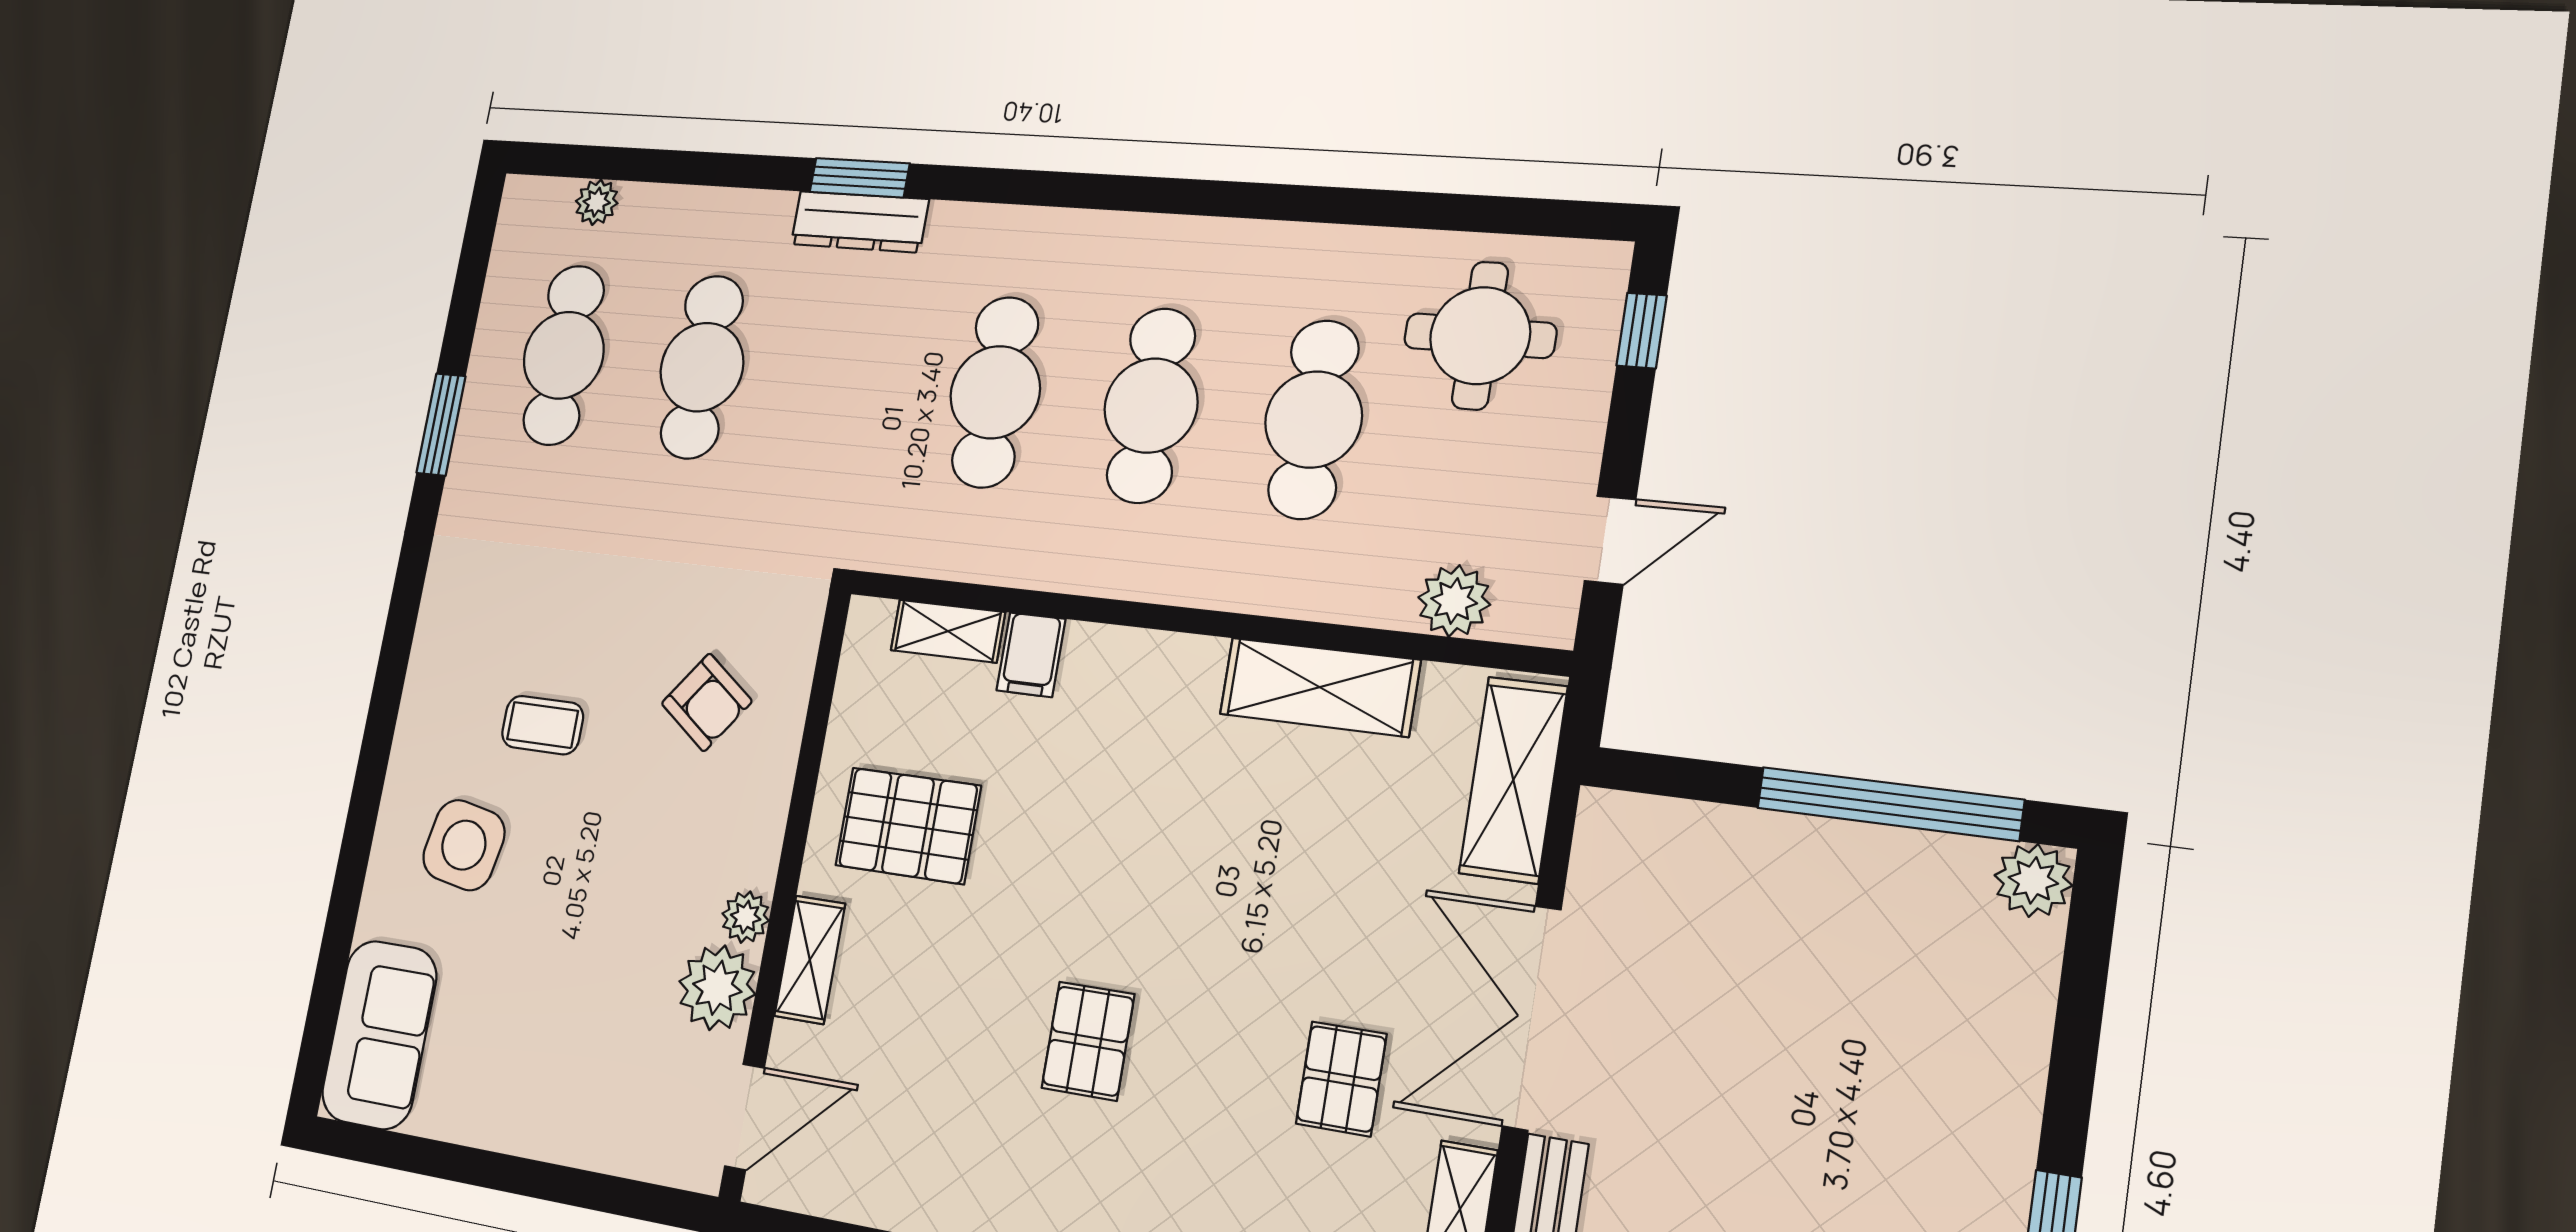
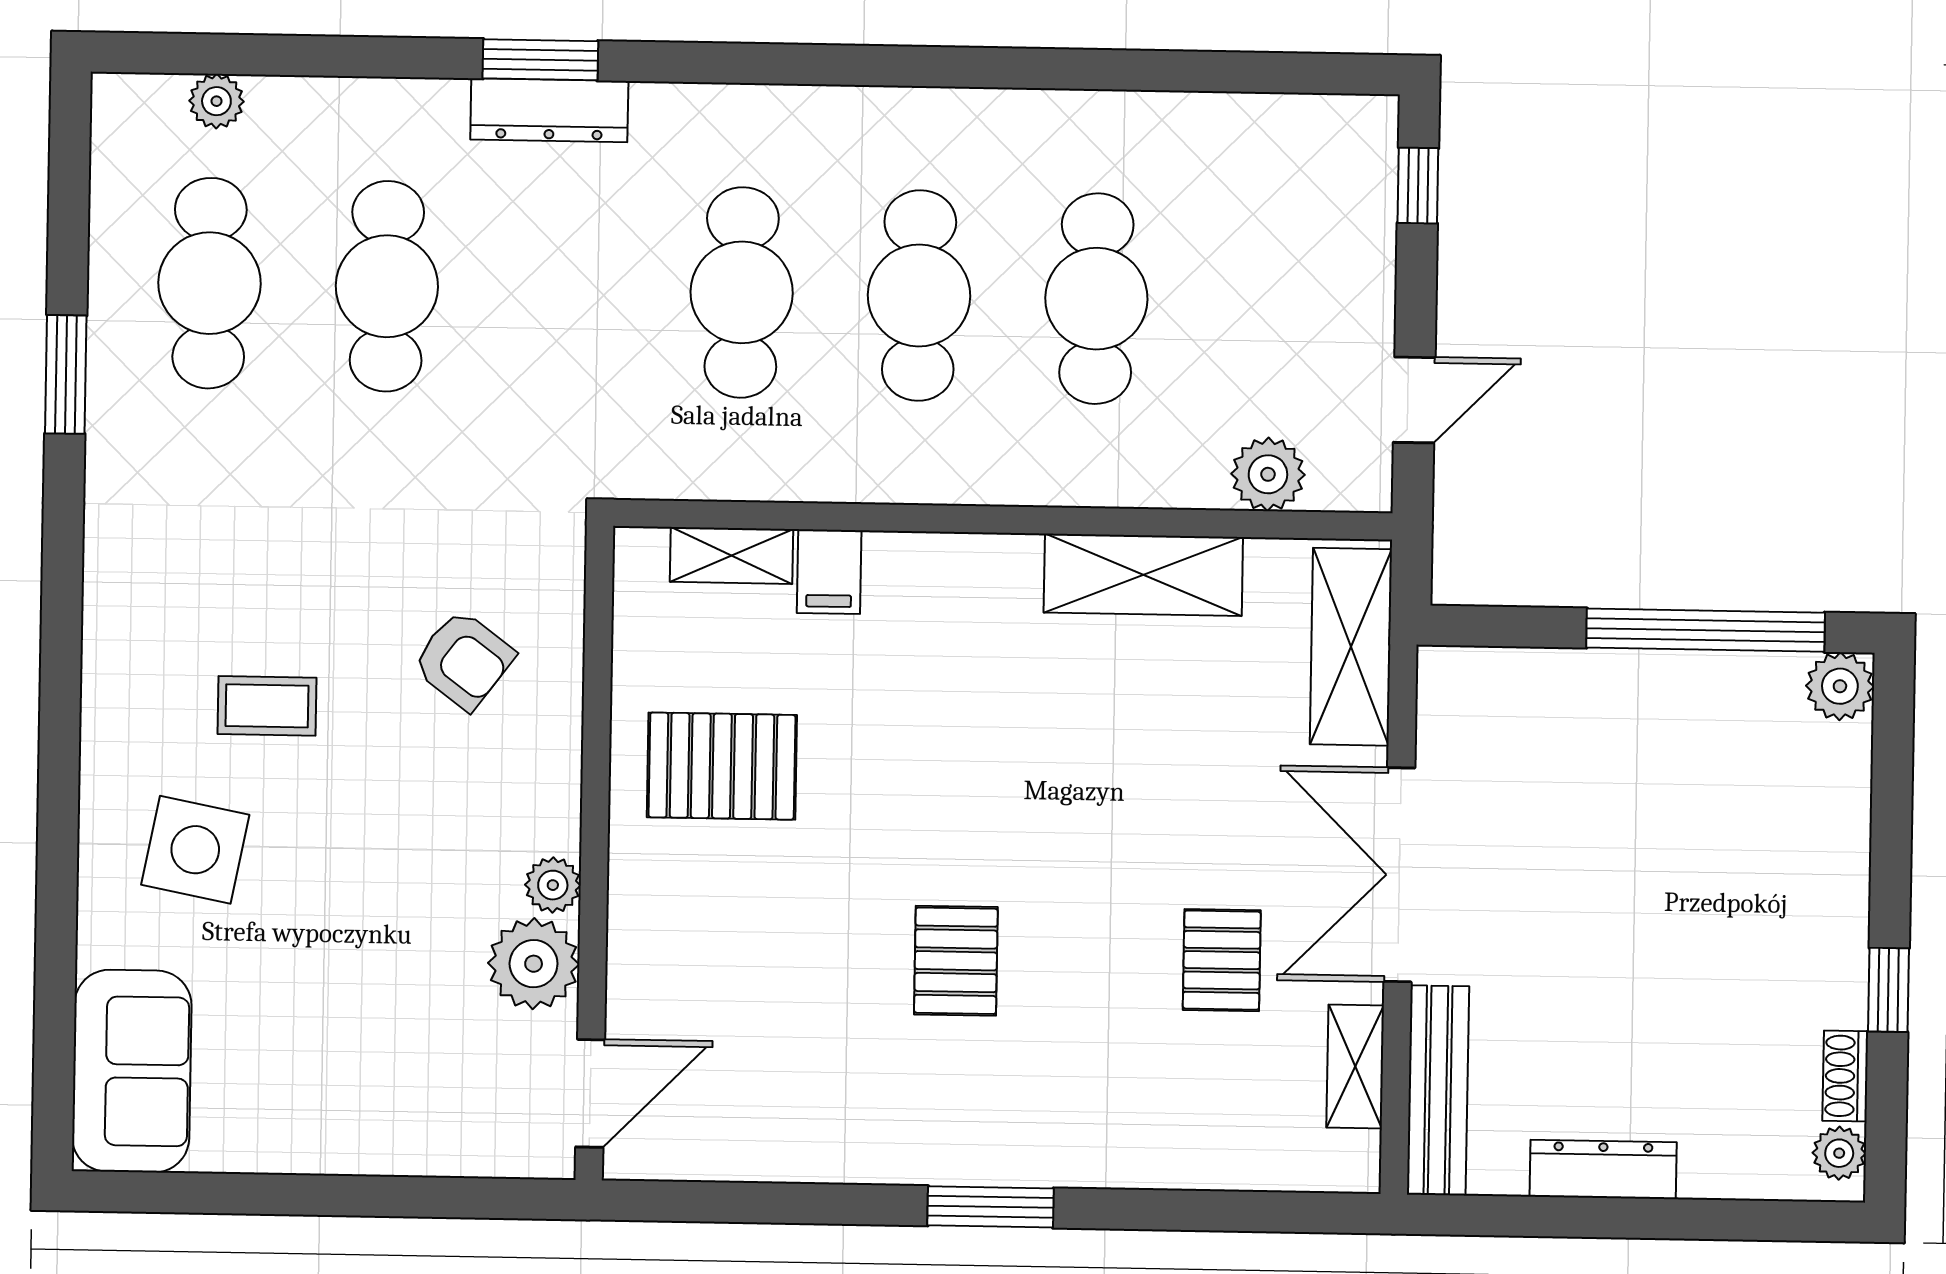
round table: (1480, 336) -> (1257, 200), removed
shelving: (810, 960) -> (635, 920), removed

